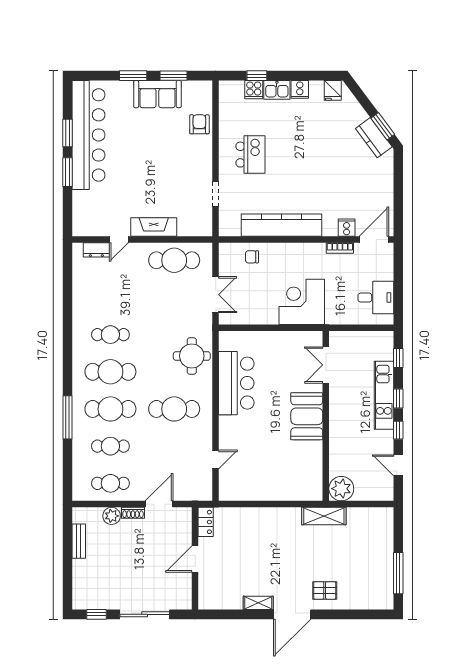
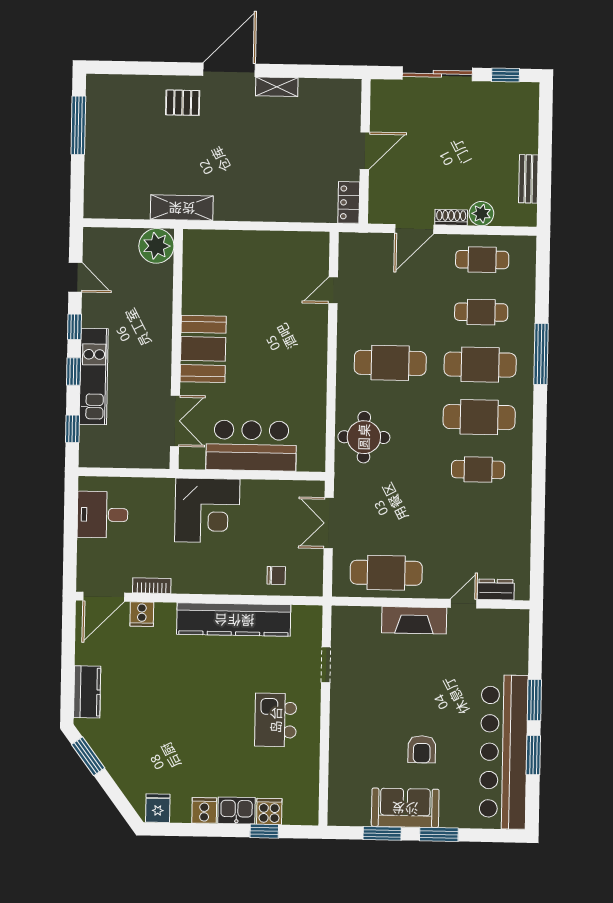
armchair: (199, 124) -> (422, 749), moved
kitchen counter: (374, 138) -> (87, 692), moved, turned 37
bar counter: (236, 383) -> (251, 446), moved, turned 90

